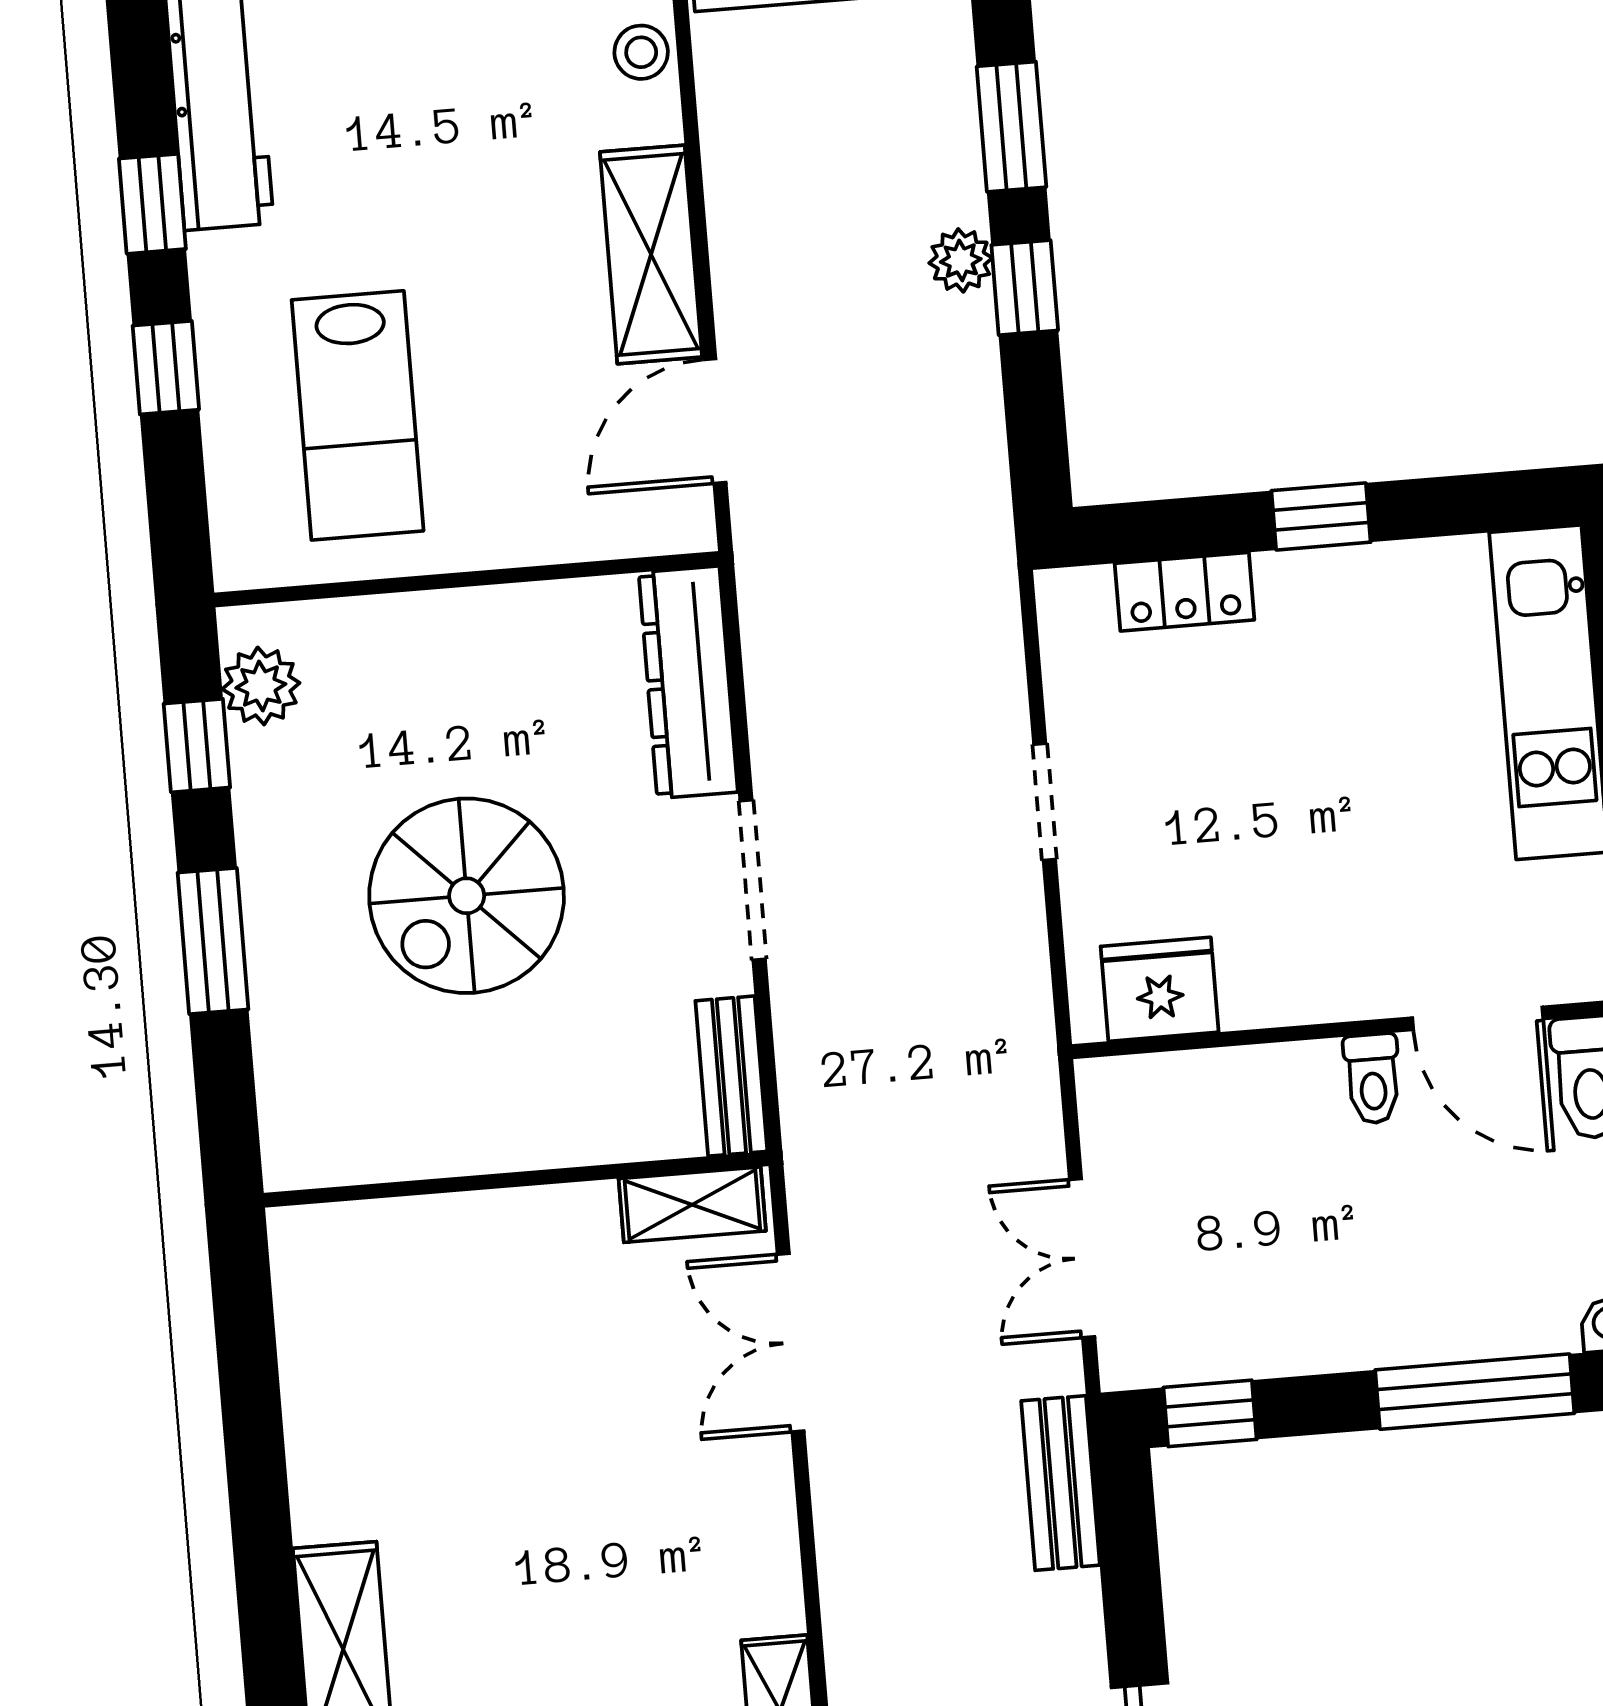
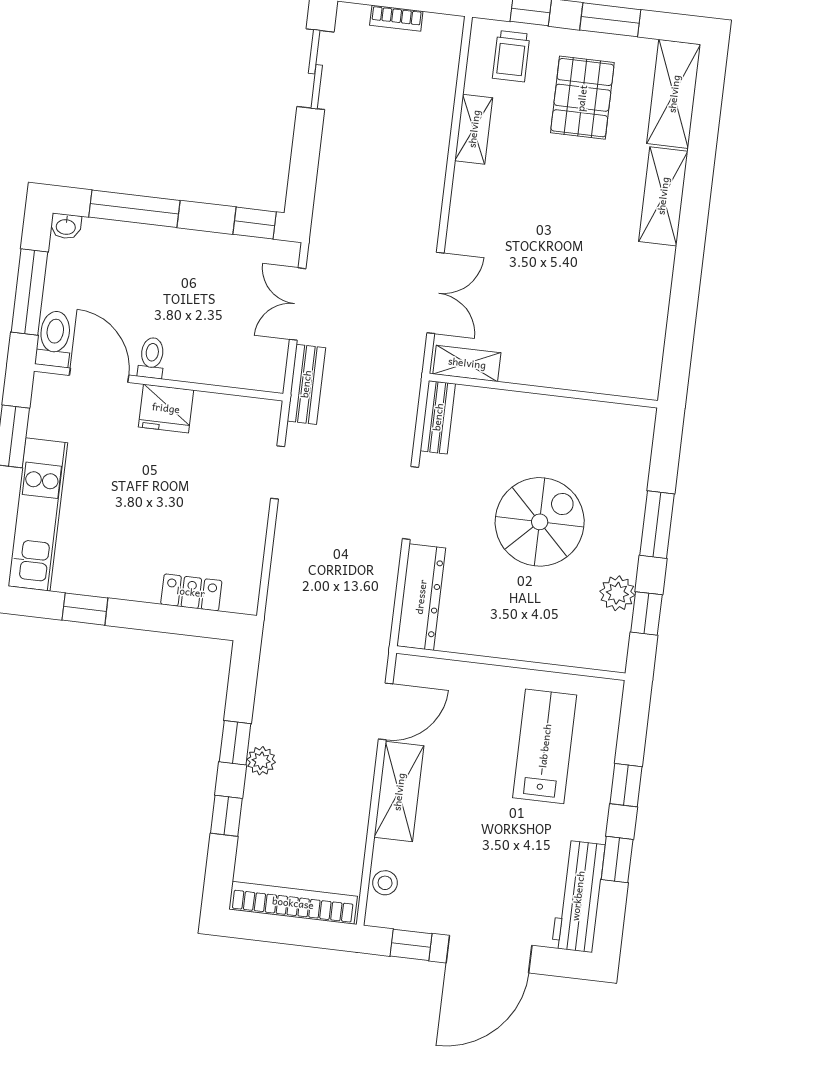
window: (1011, 127) -> (226, 816), width x0.67
window: (1321, 516) -> (85, 609), moved
plant: (261, 686) -> (617, 593), moved
doorway: (1045, 802) -> (278, 472), moved
fridge: (1160, 989) -> (166, 408), moved
double door: (1082, 1258) -> (298, 304), swing flipped
bench: (1061, 1483) -> (306, 384), moved

